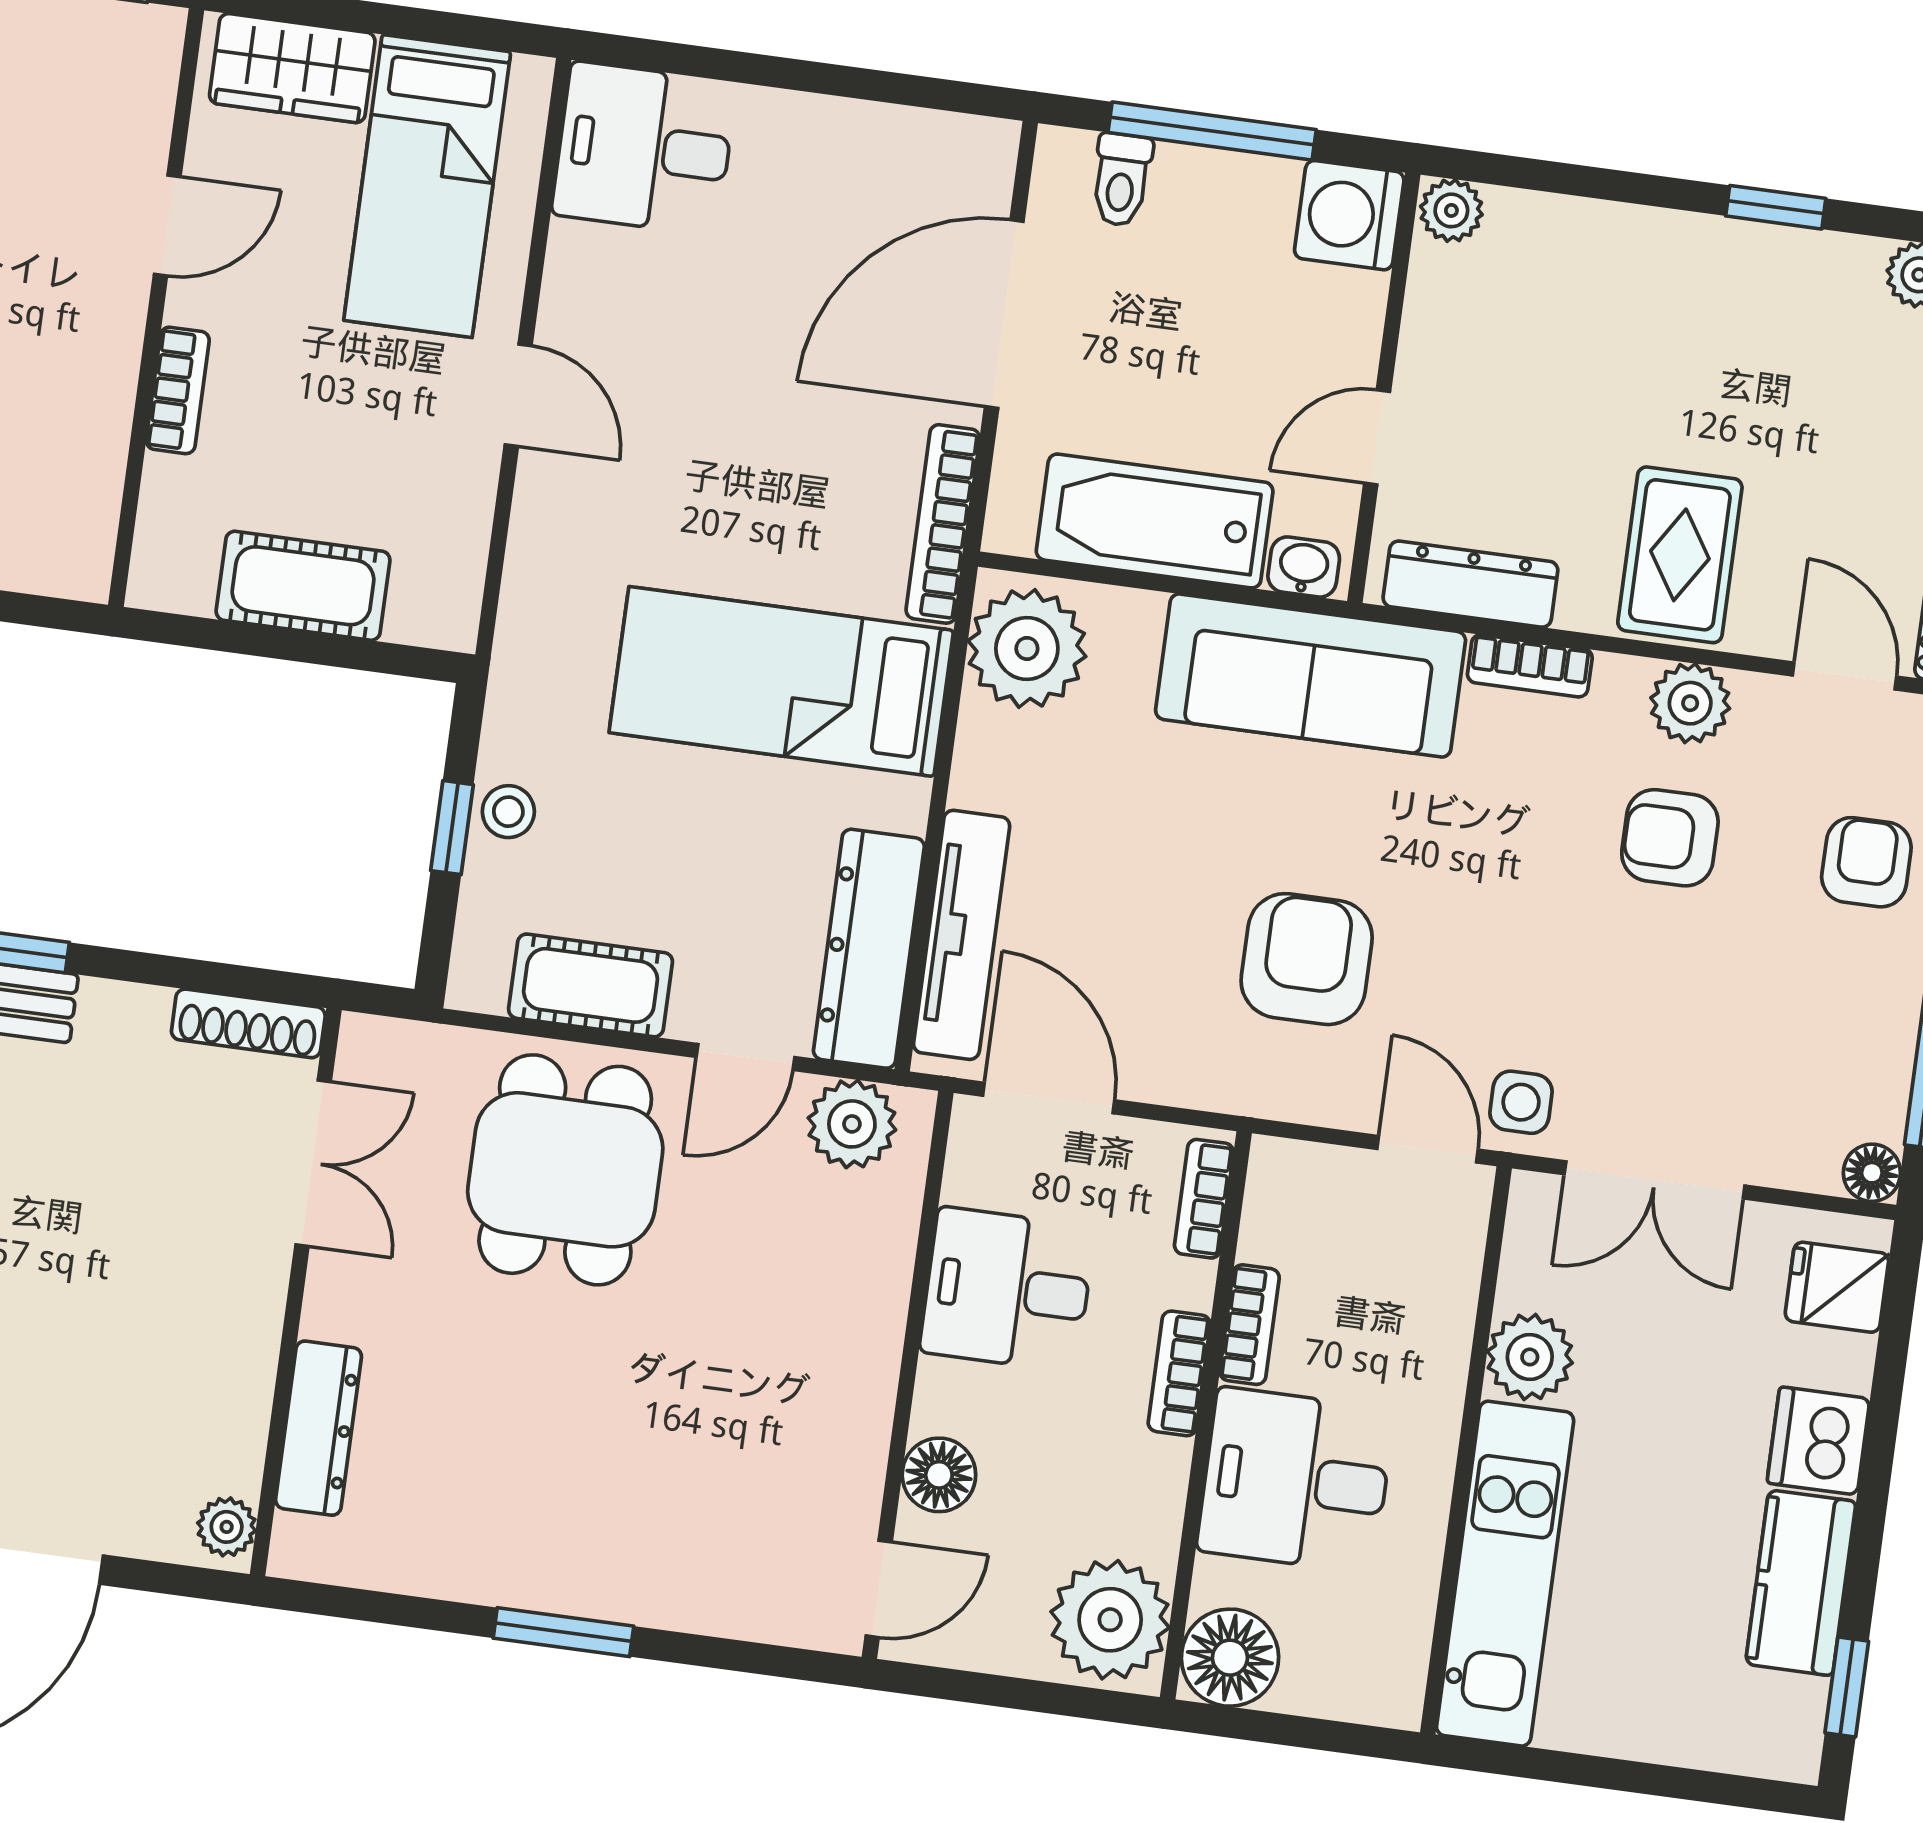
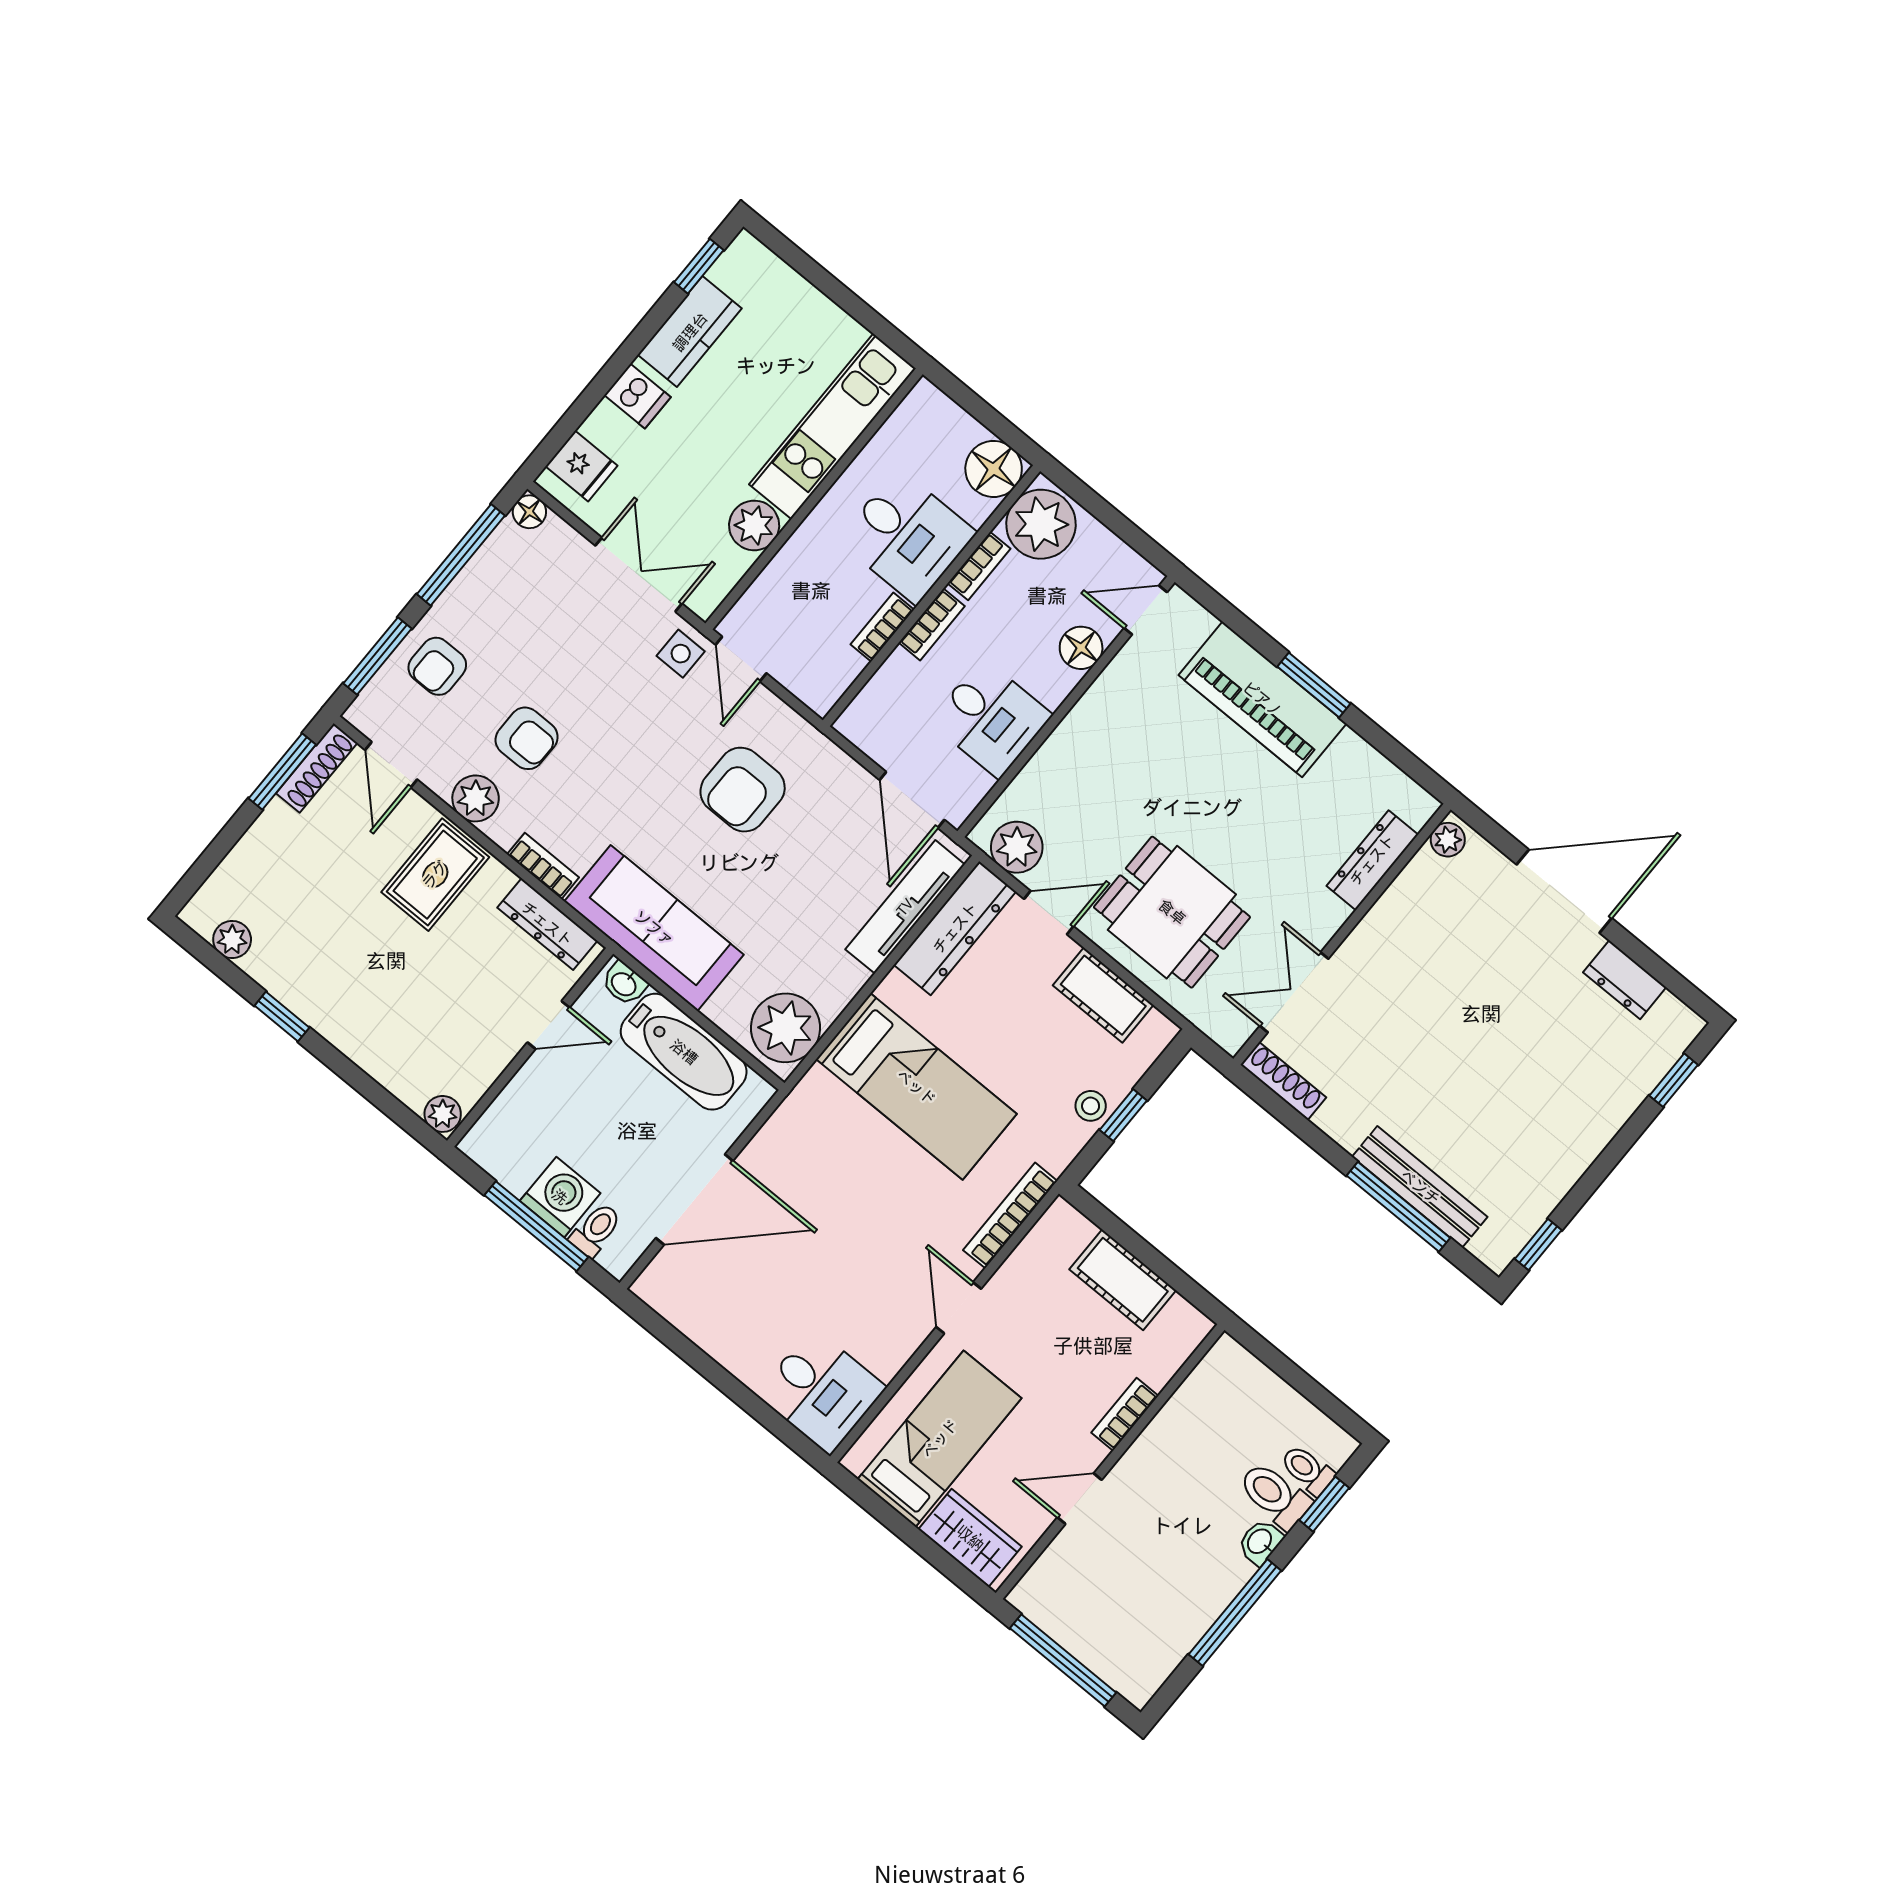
washing machine: (1349, 215) -> (560, 1197), moved, turned -90
bookcase: (943, 524) -> (1010, 1215), moved, turned 180
dining table: (565, 1170) -> (1172, 912), turned 90
bookcase: (1204, 1199) -> (979, 566), moved
dishwasher: (1818, 1441) -> (638, 396), width x0.73
piano: (626, 1564) -> (1262, 699), added

